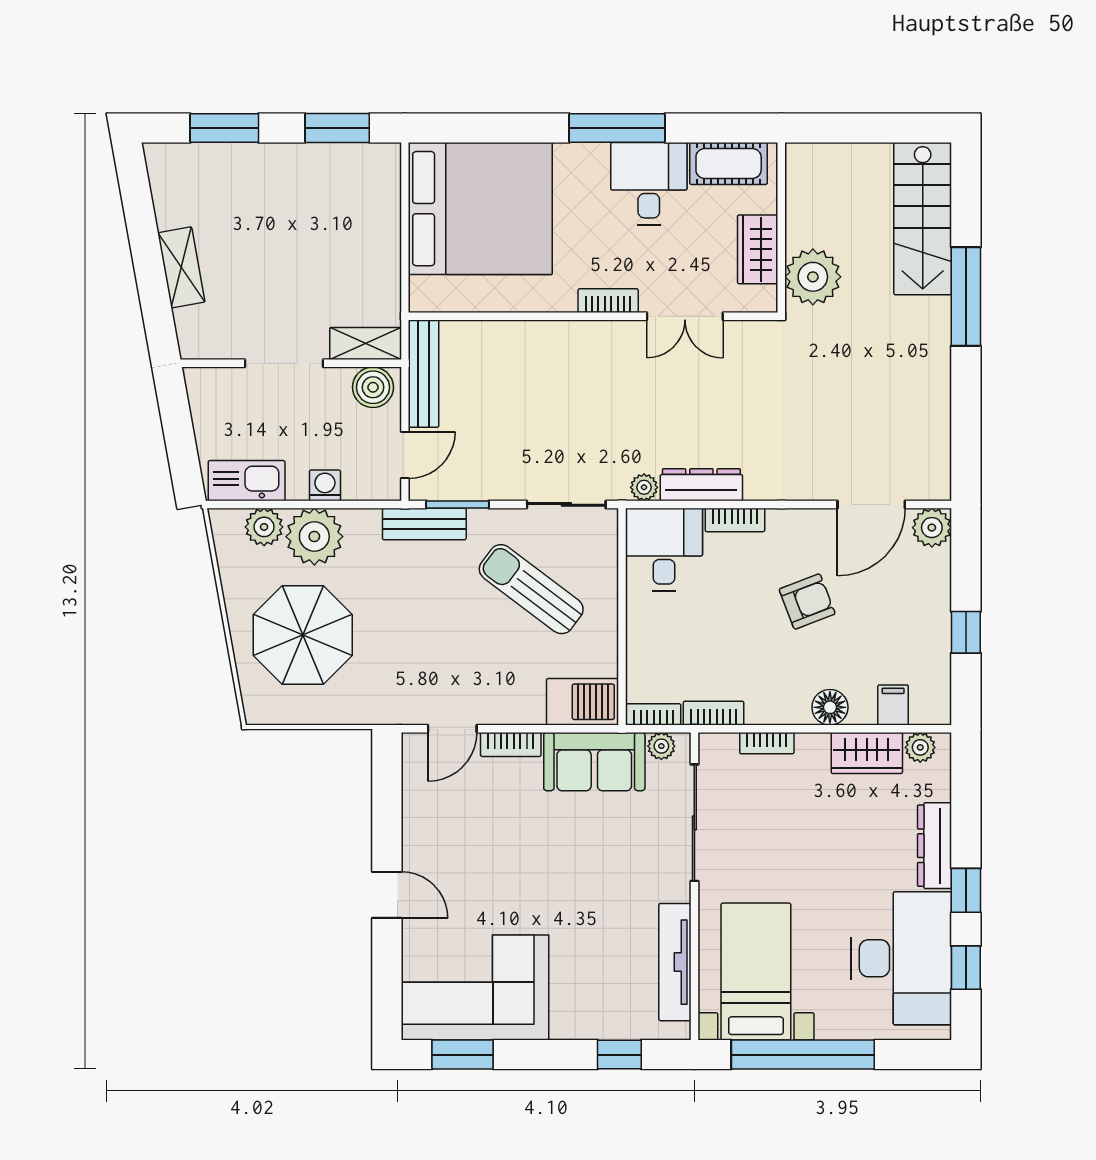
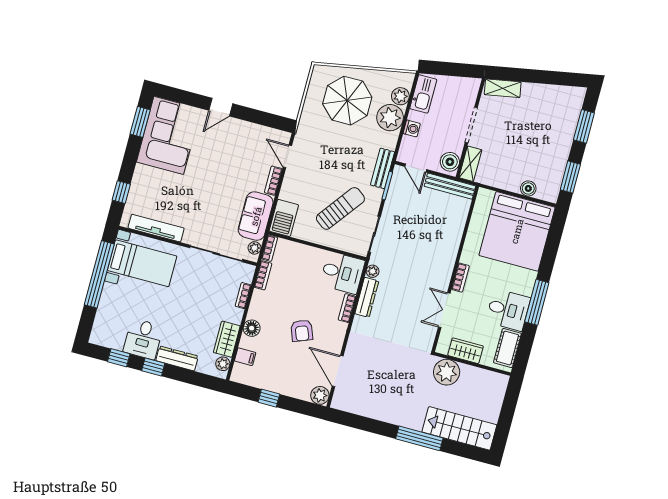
boiler: (385, 209) -> (528, 188), added
shelving: (181, 267) -> (503, 88), moved
desk: (901, 958) -> (143, 339), width x0.53, depth x0.77

